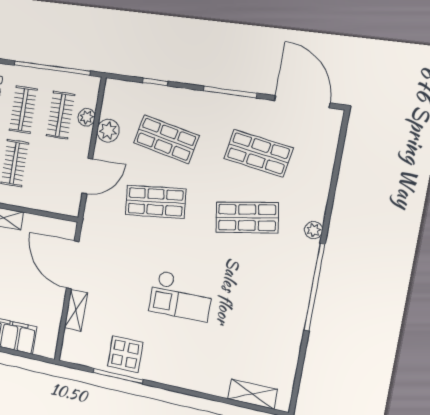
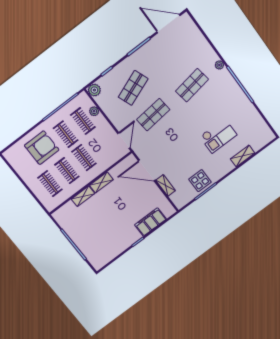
plant: (108, 131) -> (94, 90), moved
shop shelf: (166, 139) -> (133, 88), turned -33
shop shelf: (258, 153) -> (172, 58), removed
door: (87, 176) -> (124, 141), moved
checkout: (181, 296) -> (218, 136), moved
shelving: (252, 394) -> (243, 156), moved

